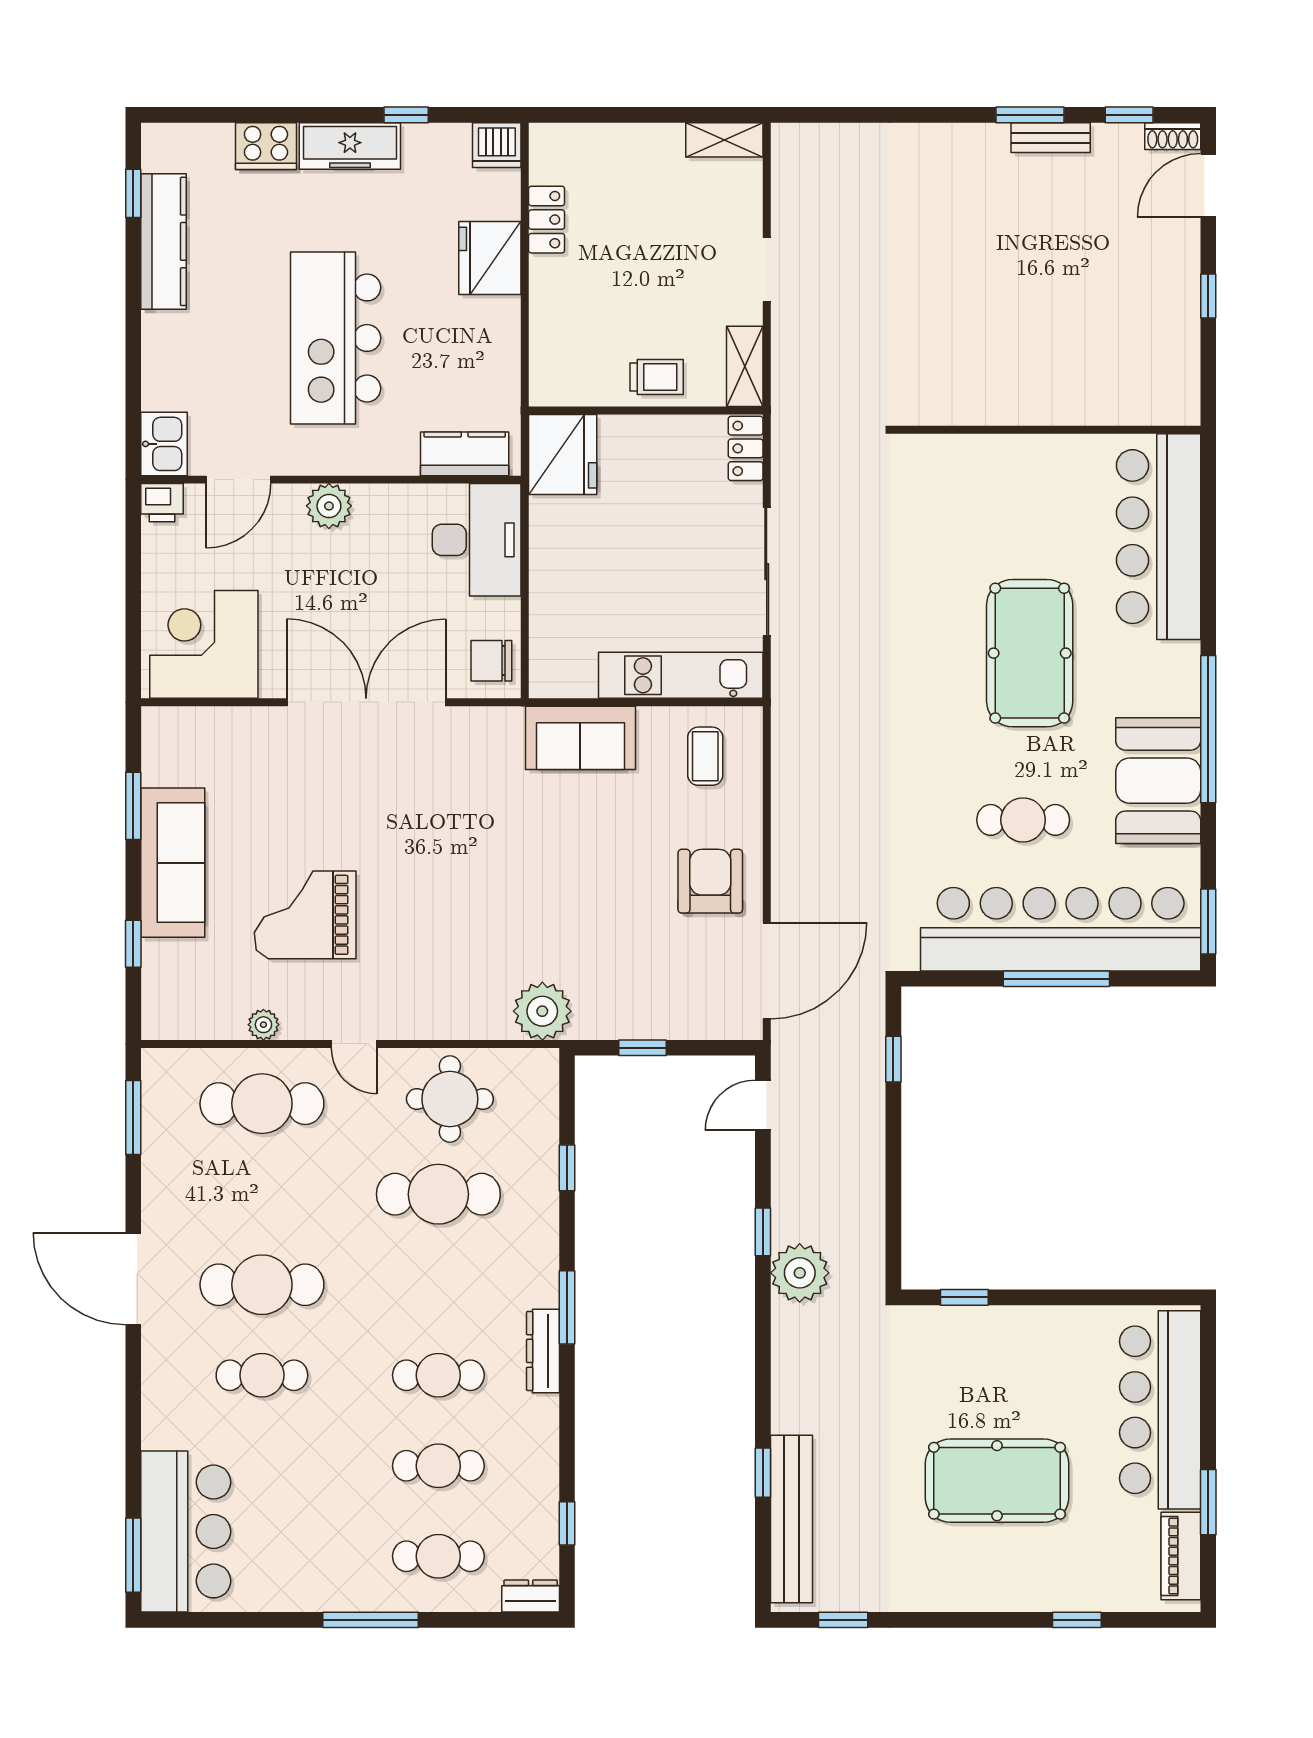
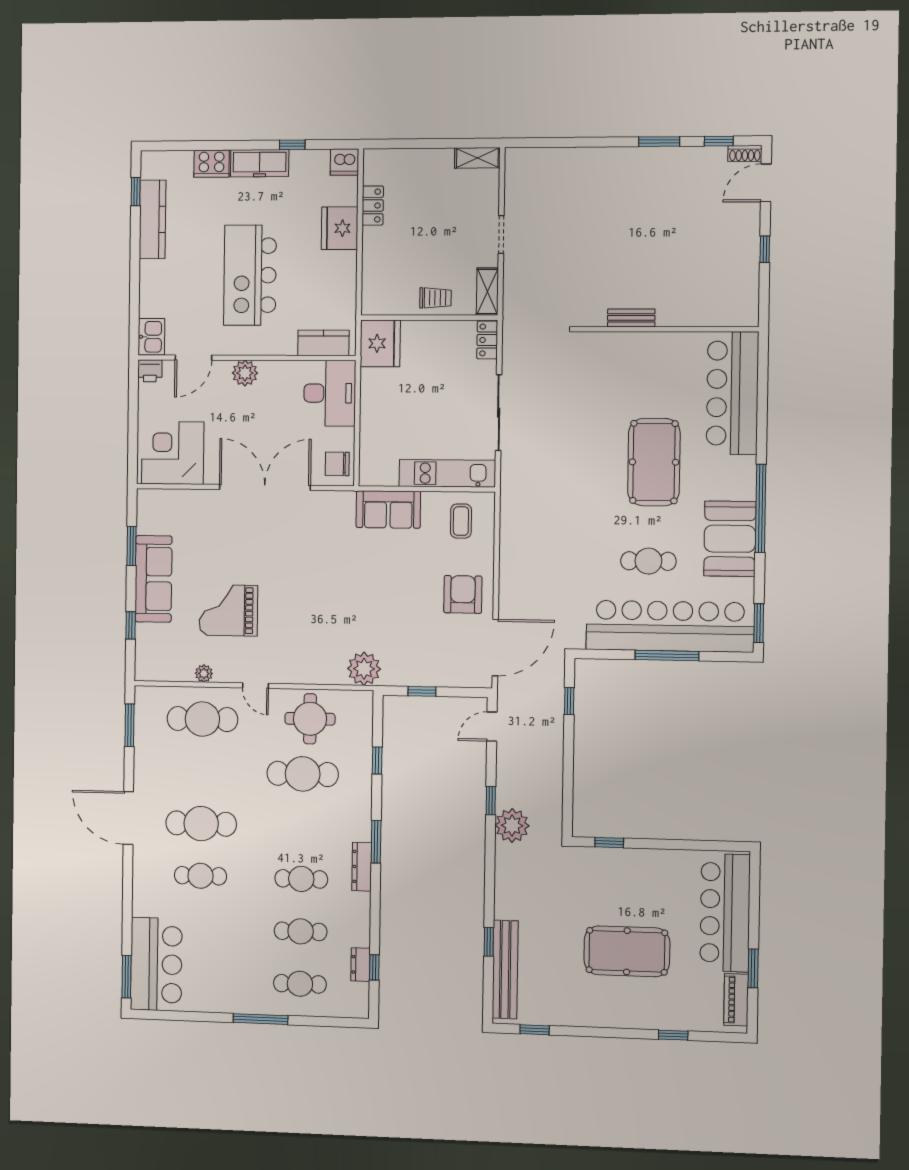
bench: (1051, 138) -> (631, 318), moved
dresser: (531, 1596) -> (361, 965), moved, turned -90

